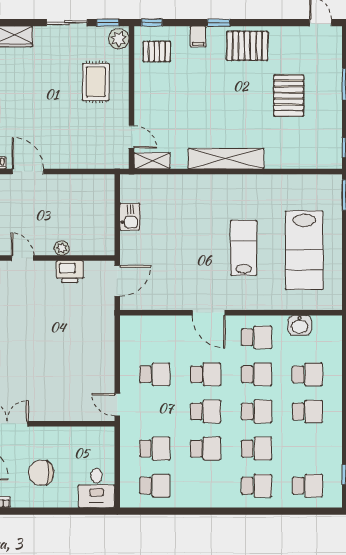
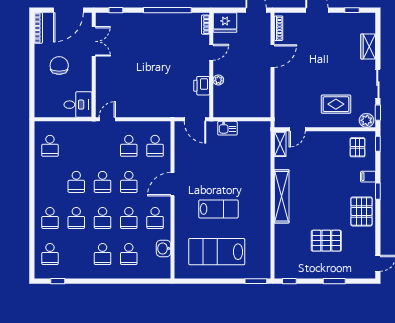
kitchen sink: (130, 217) -> (227, 128), moved
school desk: (155, 449) -> (155, 146), moved
desk: (96, 488) -> (78, 105), moved, turned 180

